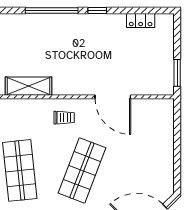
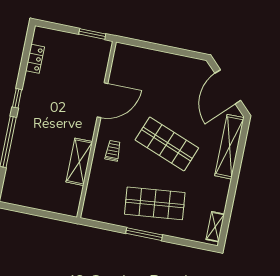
shelving: (28, 86) -> (79, 162), moved

